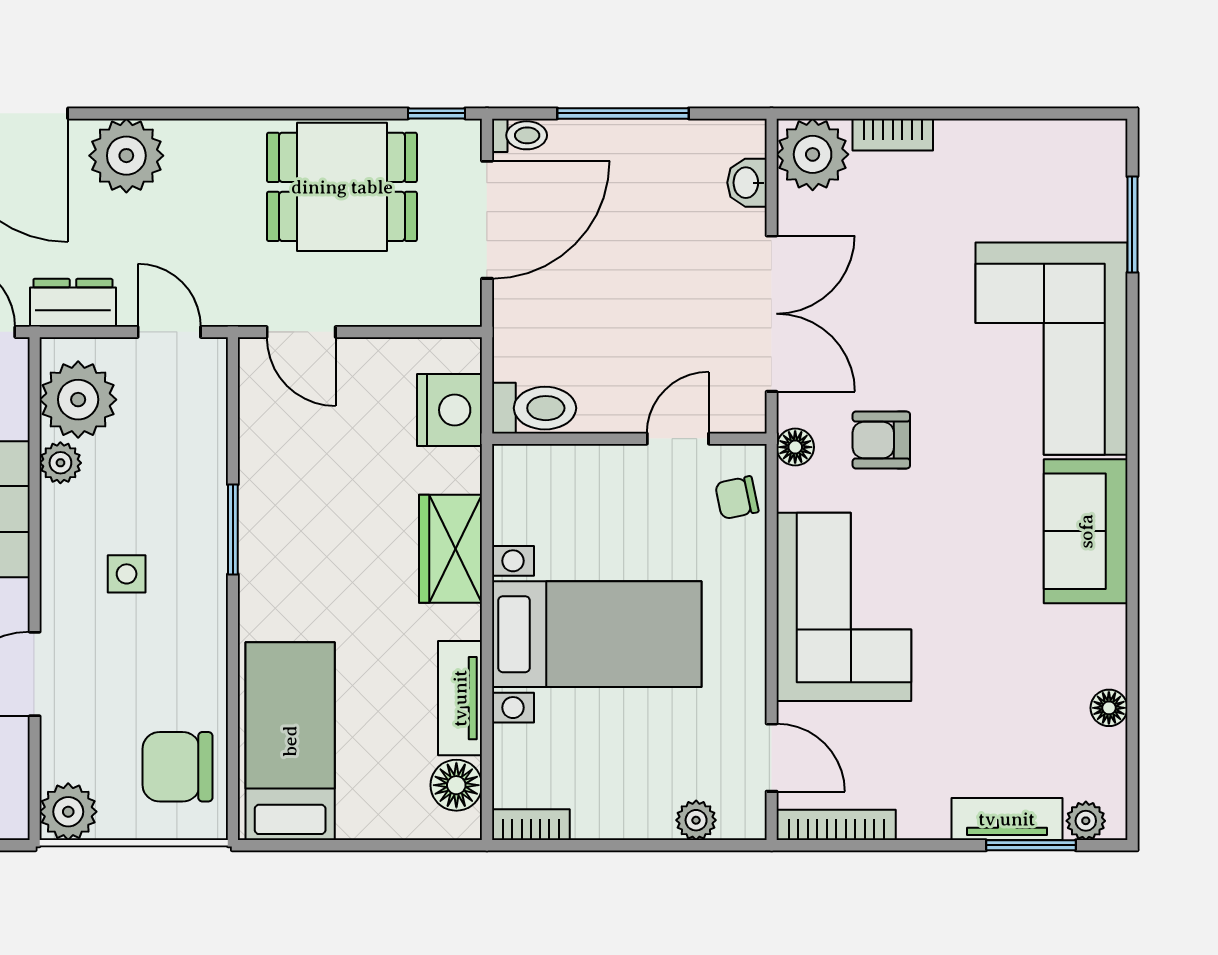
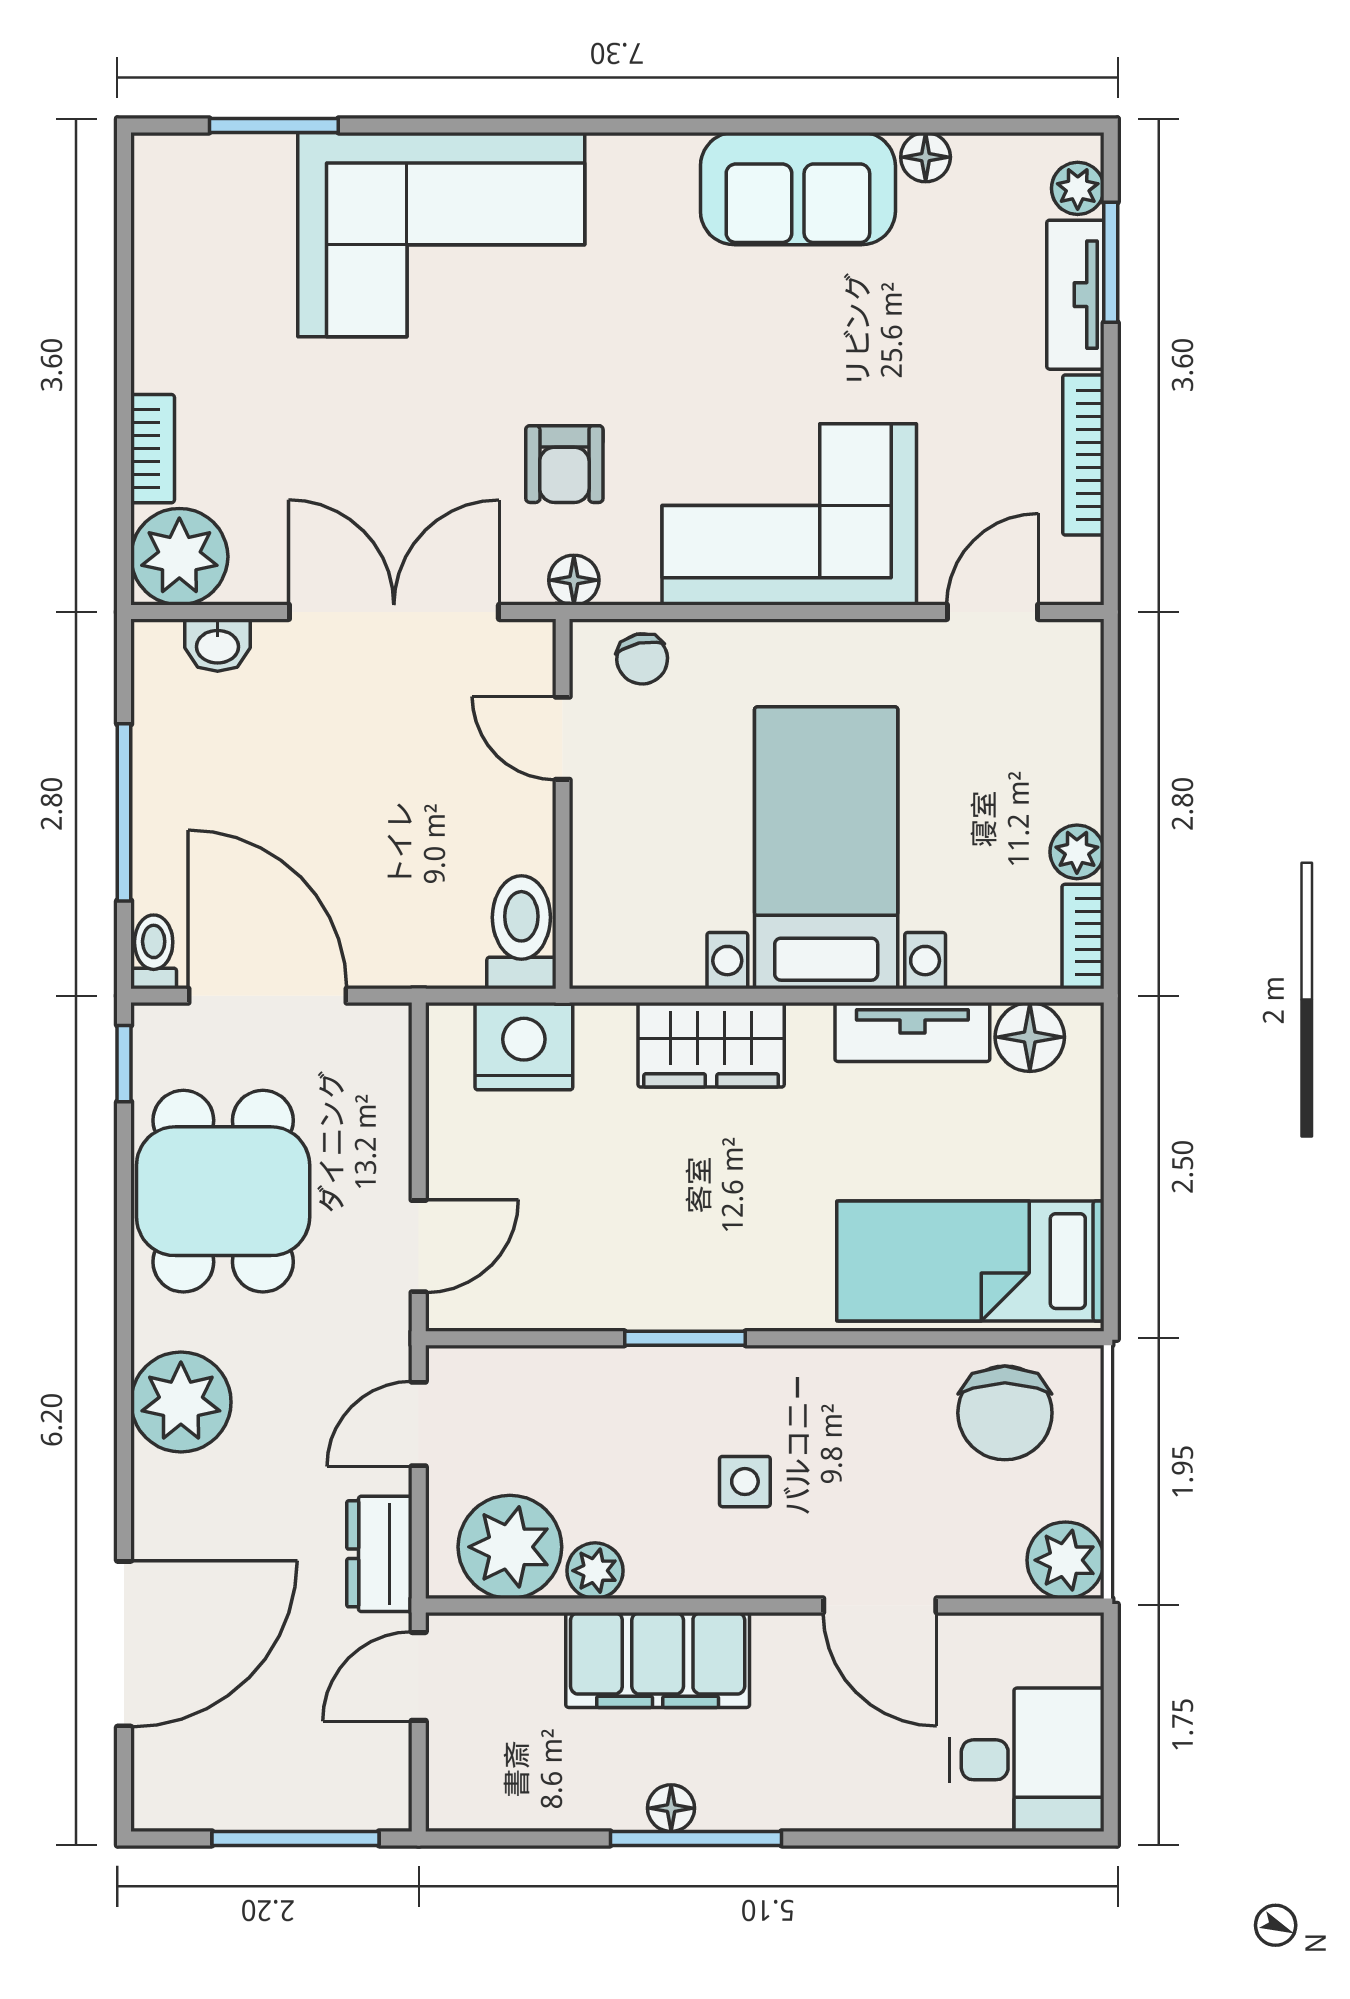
plant: (126, 156) -> (181, 1402), moved
sofa: (1086, 531) -> (798, 189), moved
plant: (696, 820) -> (1077, 852), moved
bookcase: (836, 825) -> (1083, 455), moved

